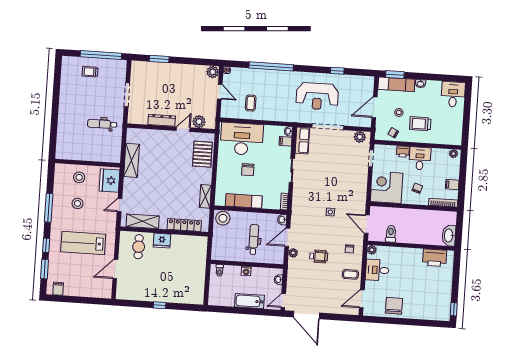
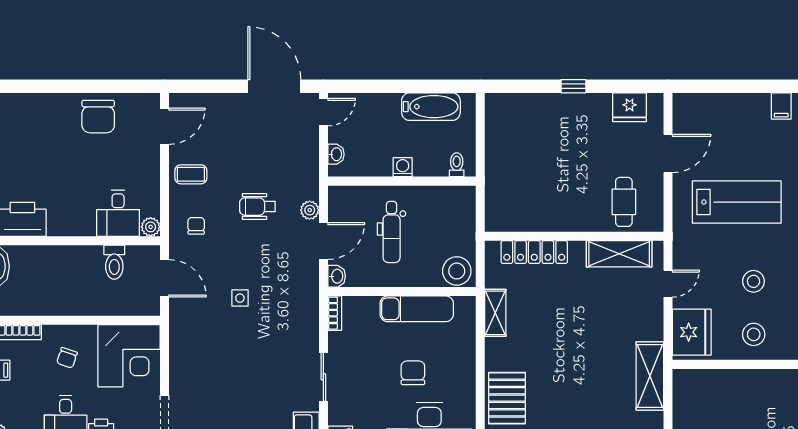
fridge: (162, 241) -> (630, 107), moved, turned 180
desk: (377, 270) -> (118, 213), moved, turned 90
bathtub: (249, 301) -> (431, 107), moved

